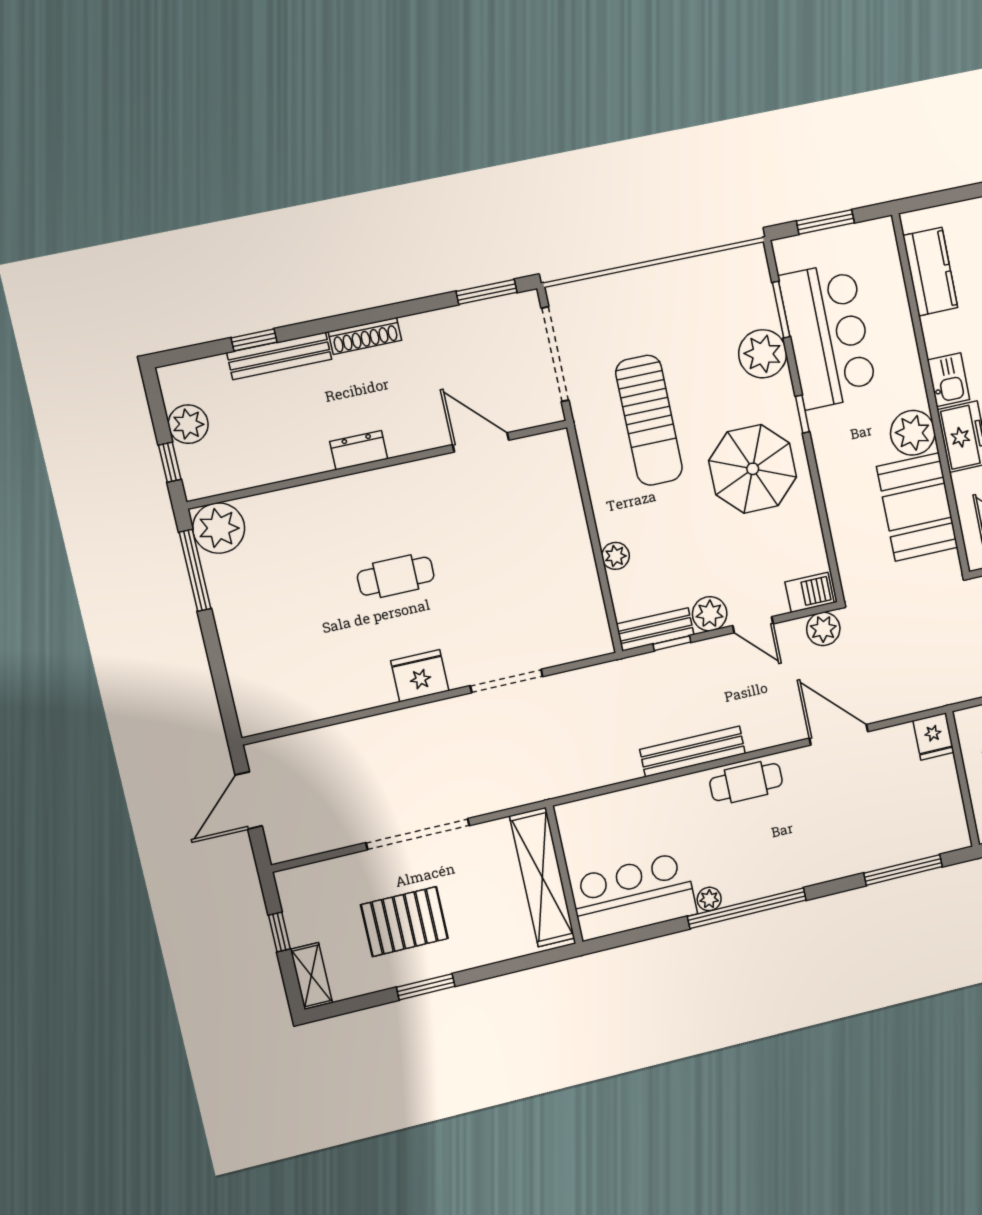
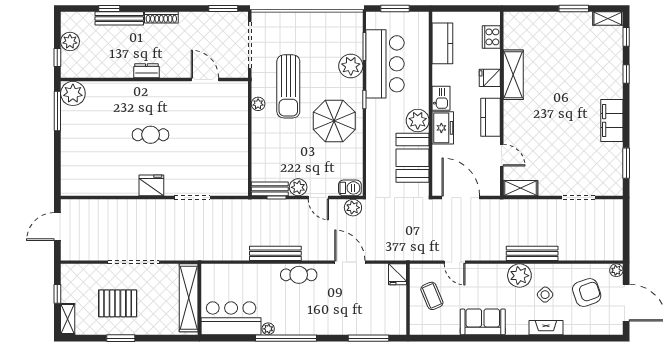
plant: (616, 556) -> (258, 104), moved

